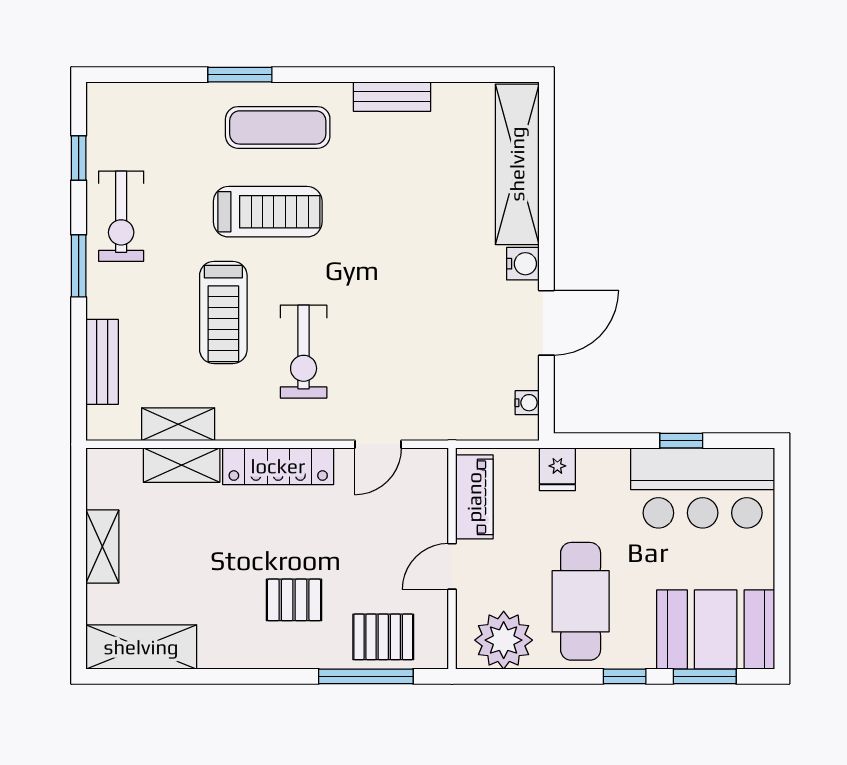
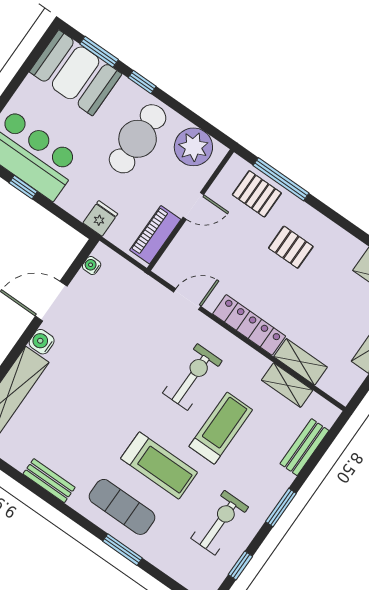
treadmill: (268, 212) -> (159, 465), turned 180
exercise bike: (121, 216) -> (220, 523), moved

